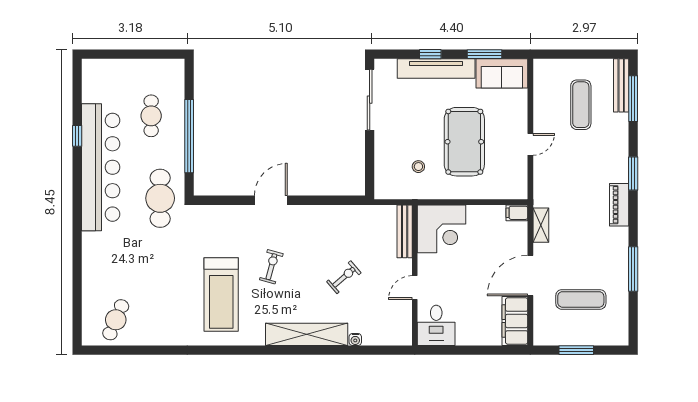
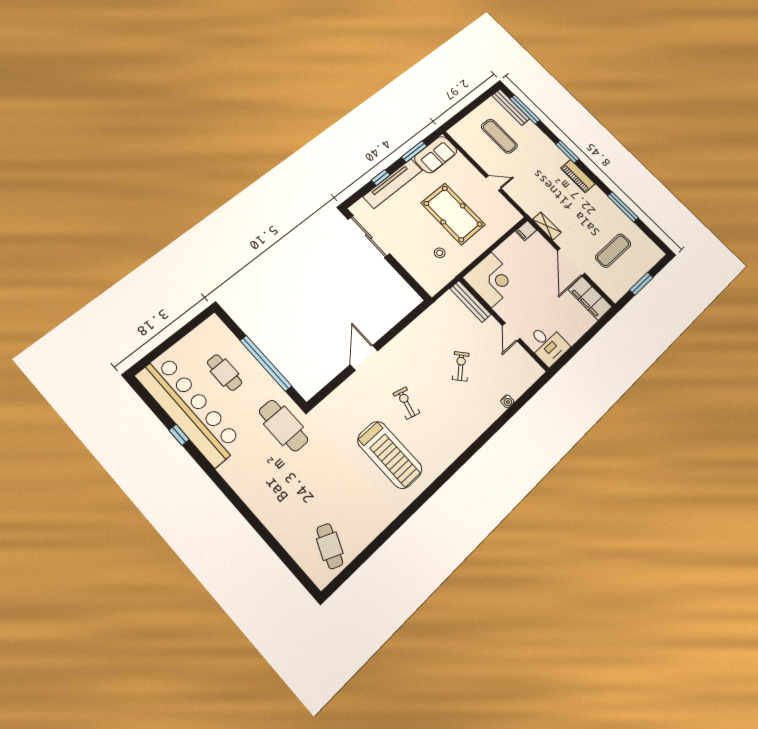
door: (530, 144) -> (493, 183), hinge flipped
bar counter: (101, 167) -> (189, 409), moved
shelving: (307, 334) -> (473, 428), removed

